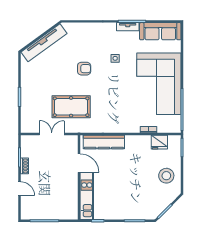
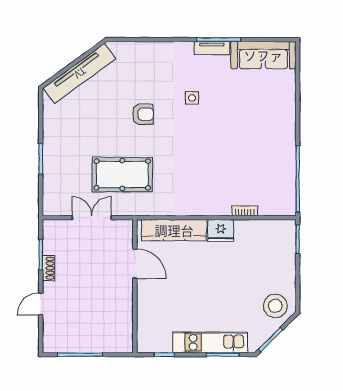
corner sofa: (159, 84) -> (261, 138), removed
fridge: (159, 142) -> (221, 230), moved
stool: (166, 176) -> (275, 306), moved
door: (19, 189) -> (41, 304), swing flipped
kitchen unit: (87, 196) -> (210, 342), moved, turned -90

